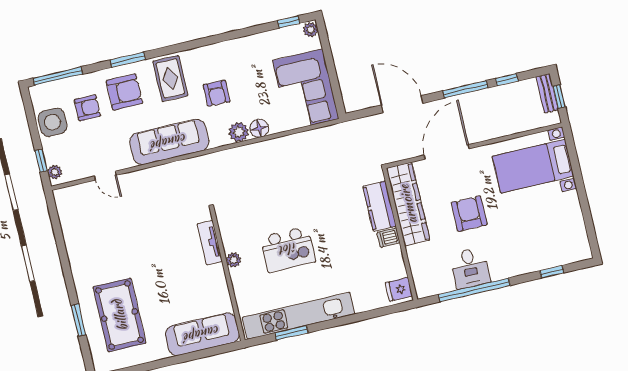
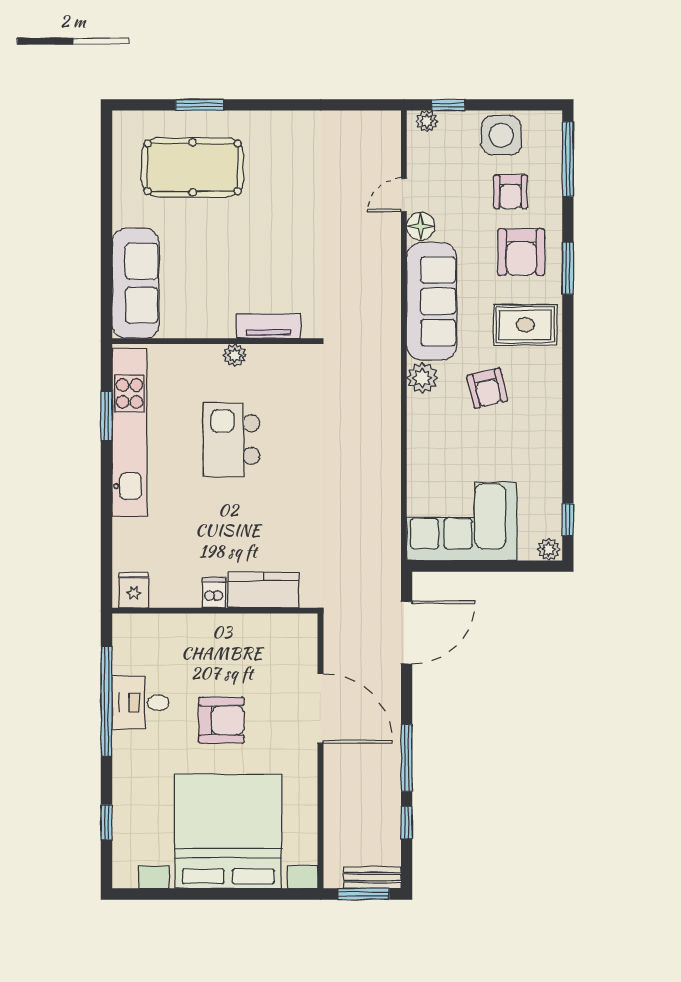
armchair: (217, 93) -> (487, 388), turned -104
window: (559, 96) -> (364, 894), width x1.50
door: (402, 104) -> (407, 633), moved
floor lamp: (259, 128) -> (421, 226), moved
plant: (239, 132) -> (422, 378), moved
bed with nightstands: (533, 166) -> (228, 831), width x1.85
wardrobe: (408, 204) -> (257, 633), removed

